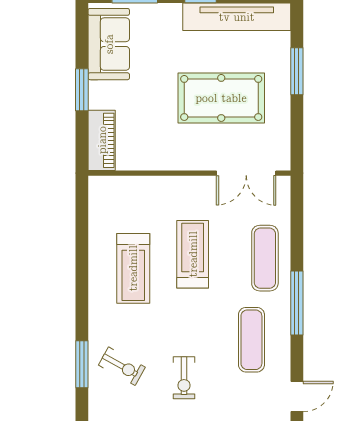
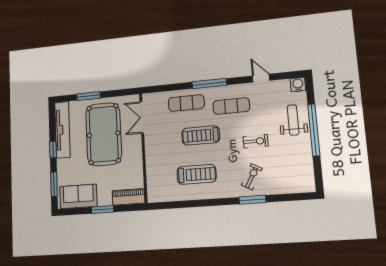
pool table: (221, 98) -> (104, 134), width x1.36, depth x1.32
double door: (246, 173) -> (142, 117), swing flipped
treadmill: (193, 254) -> (201, 135), moved

